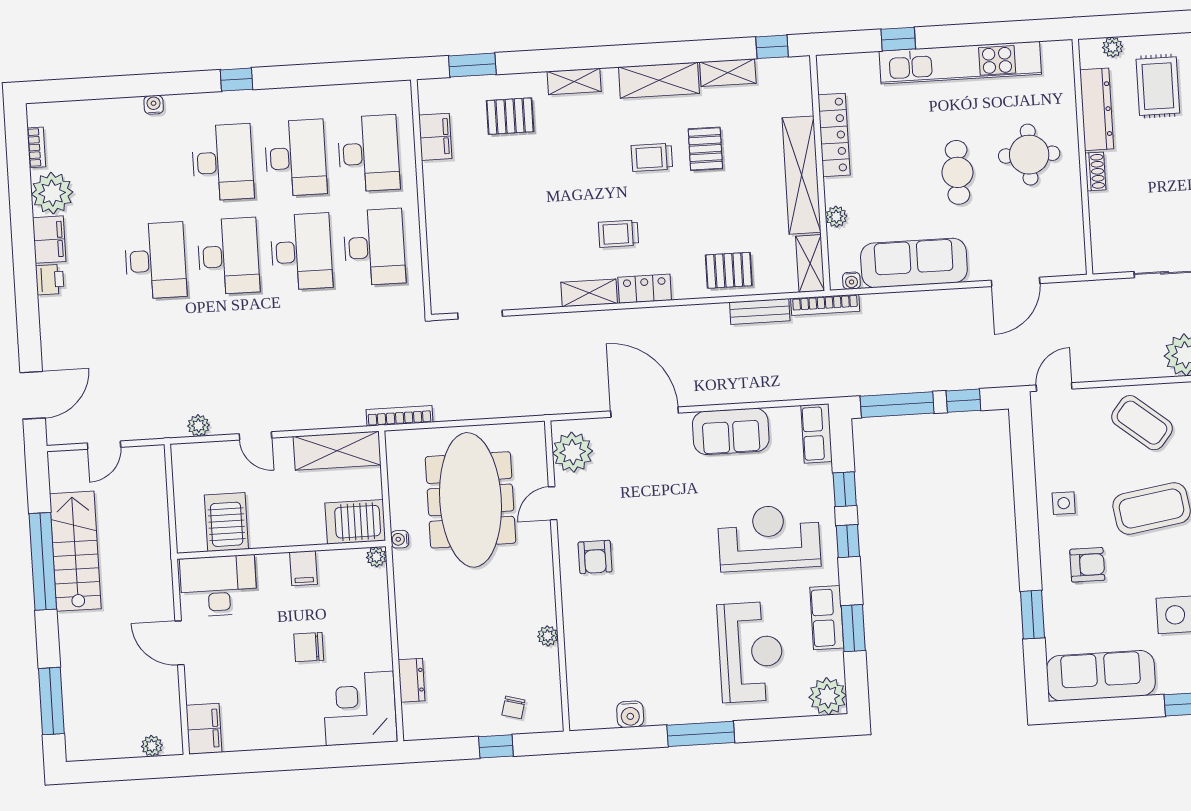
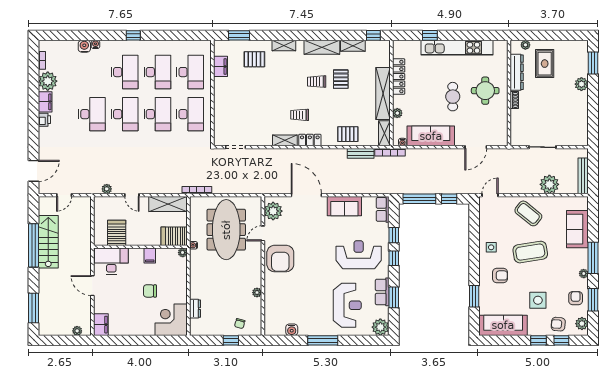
water cooler: (129, 110) -> (84, 46), added
armchair: (595, 557) -> (280, 259), width x1.88, depth x1.88

